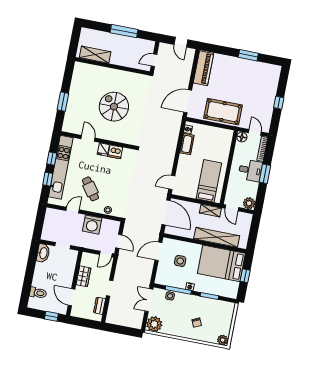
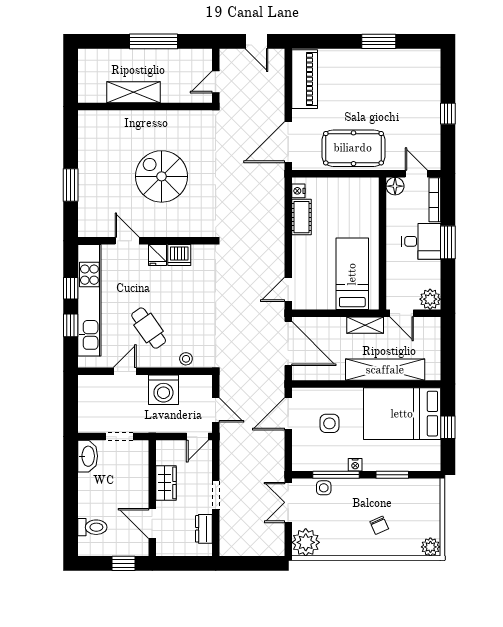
shelving: (95, 55) -> (133, 92), moved

